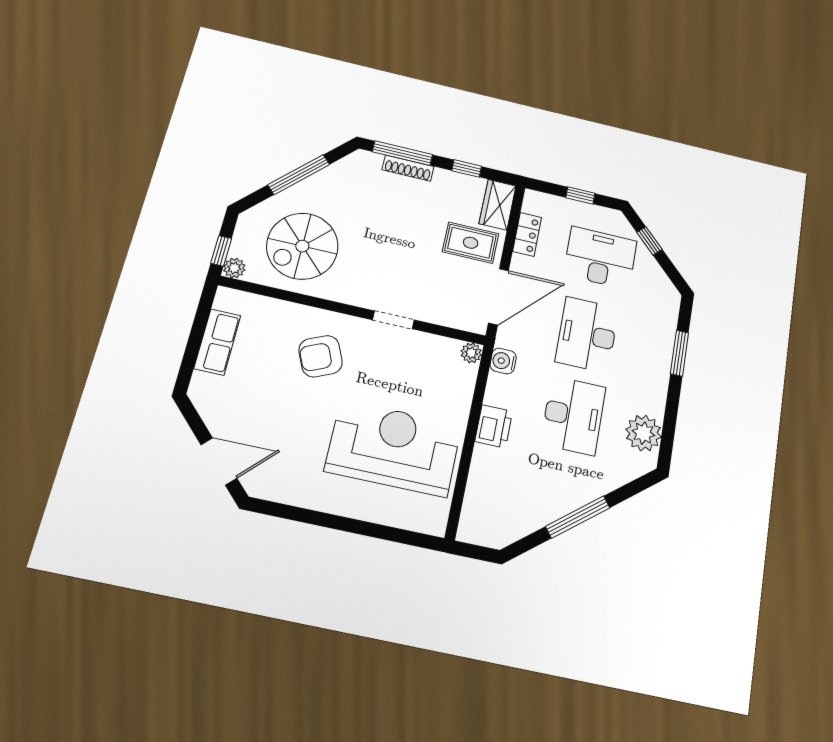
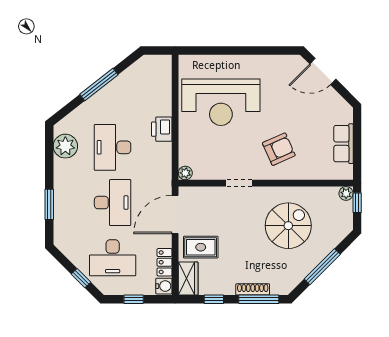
spiral stairs: (302, 246) -> (288, 226), moved
water cooler: (503, 361) -> (164, 286), moved

